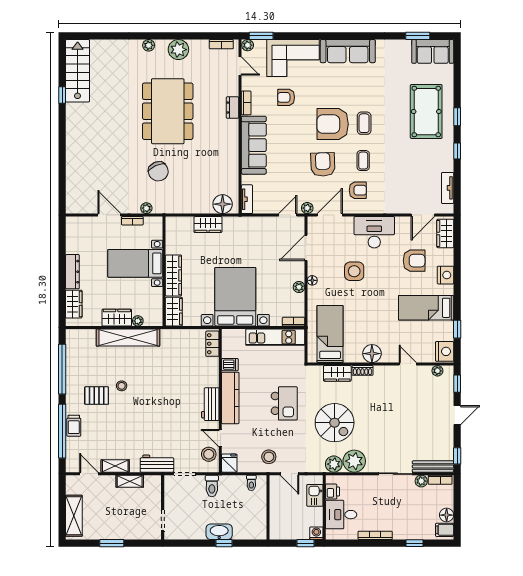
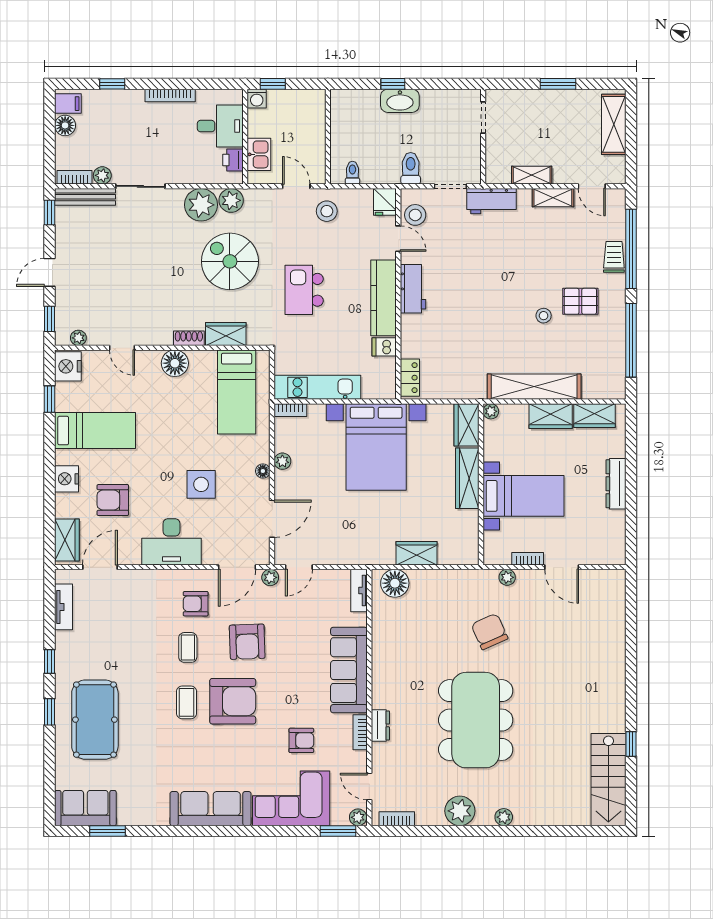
wardrobe: (74, 304) -> (594, 416), moved, turned -90
plant: (138, 321) -> (491, 411), moved

